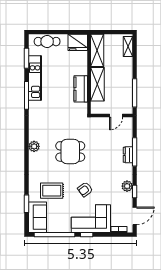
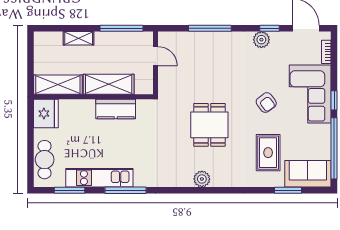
shelving: (128, 46) -> (79, 38), moved
dresser: (128, 155) -> (214, 38), removed

